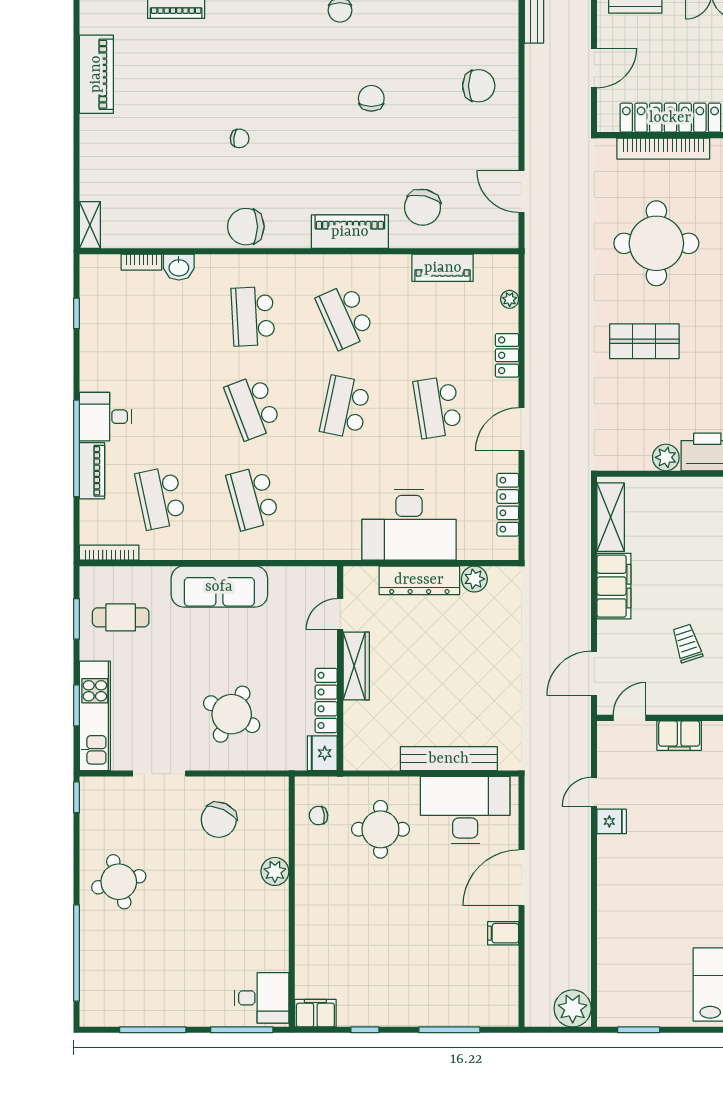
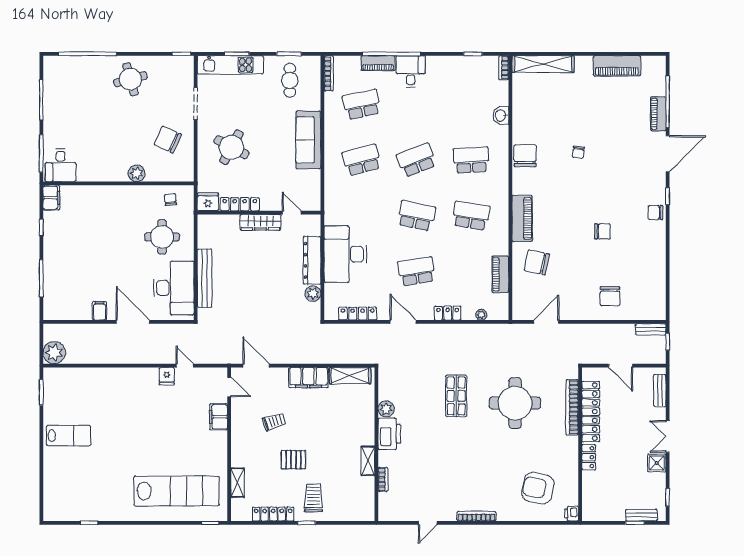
shelving: (90, 225) -> (543, 64), width x2.20, depth x1.33
bookcase: (141, 262) -> (504, 68), moved
school desk: (345, 316) -> (471, 216), turned 33

